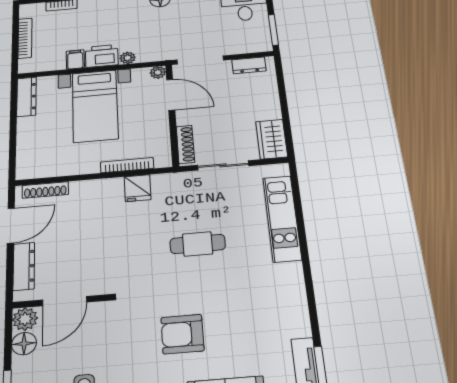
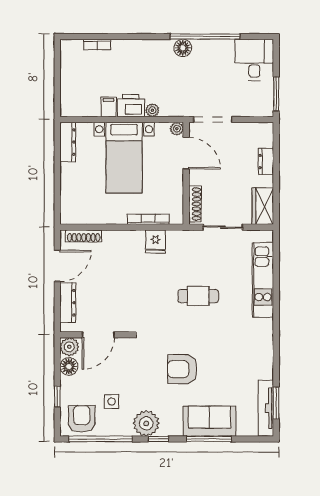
bookcase: (25, 38) -> (66, 78), removed
dresser: (249, 65) -> (266, 162), moved, turned 90

